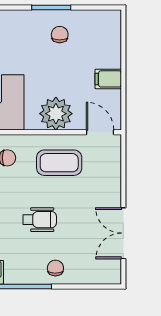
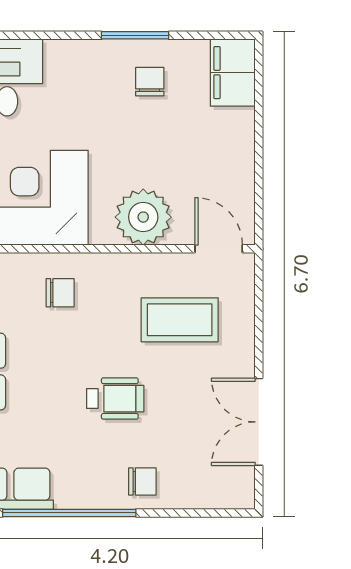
filing cabinet: (108, 79) -> (233, 73), moved, width x2.00
coffee table: (59, 163) -> (180, 320), moved
chair: (55, 268) -> (142, 481), turned 90

